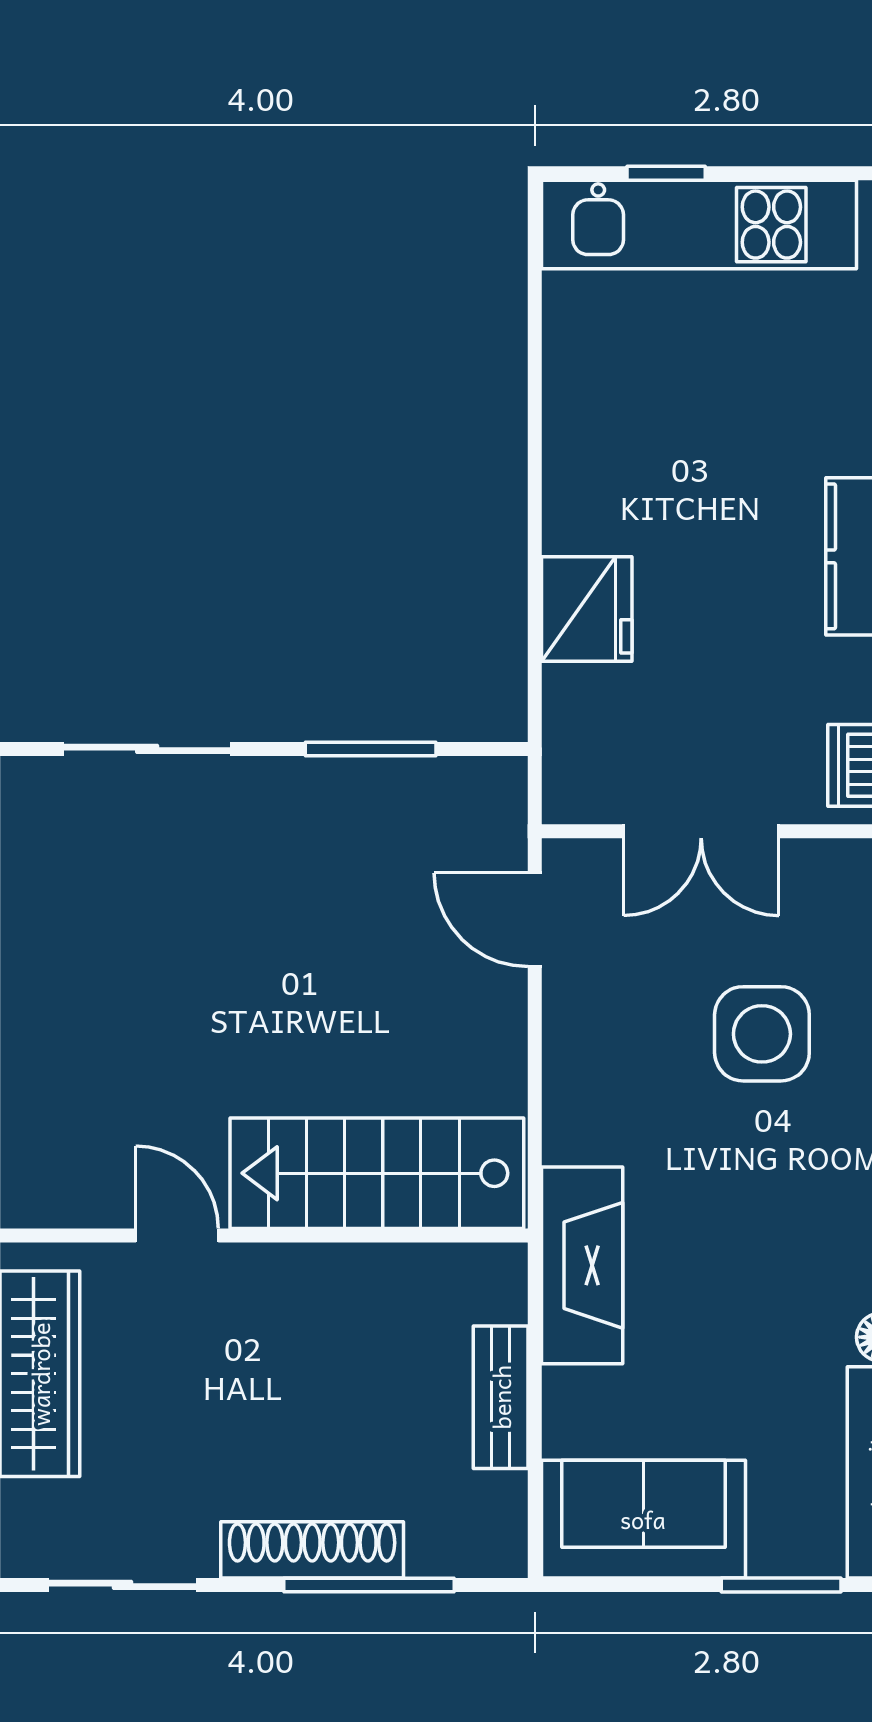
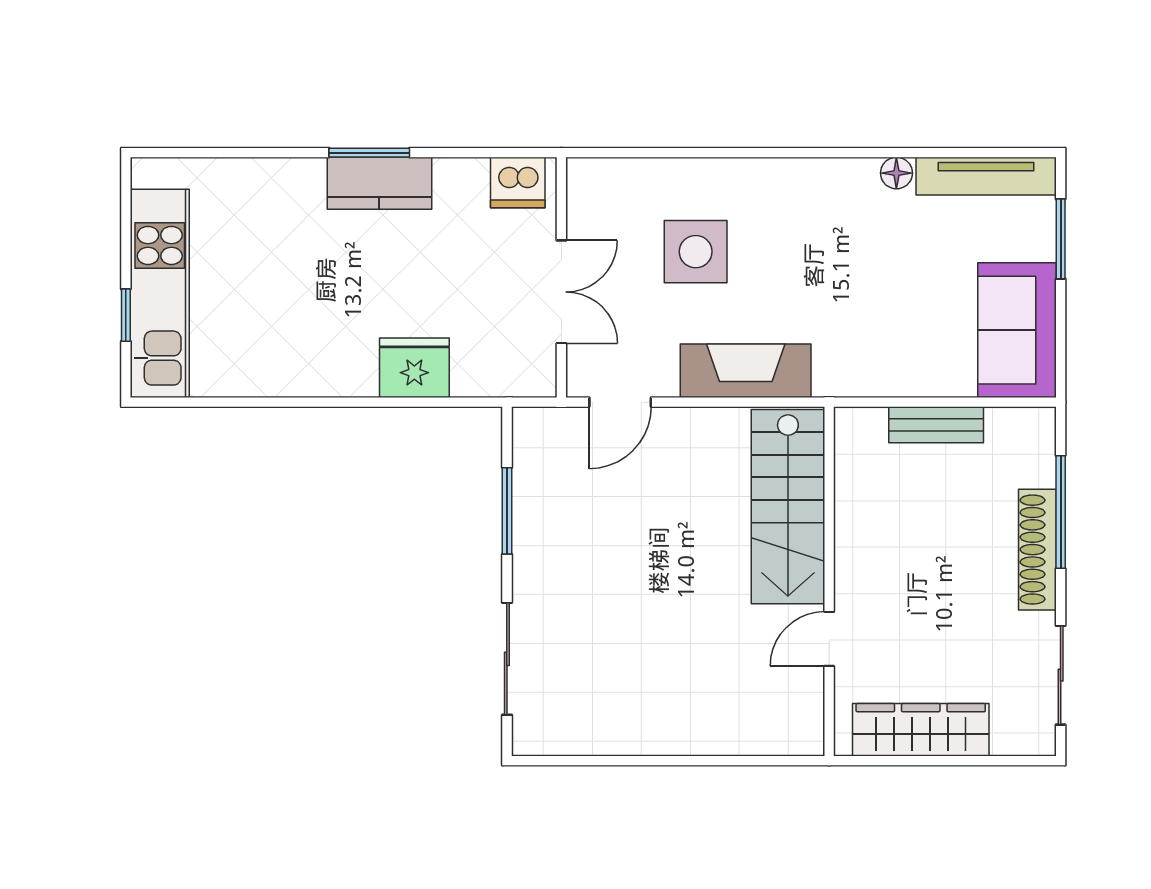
fireplace: (582, 1265) -> (746, 371), moved

